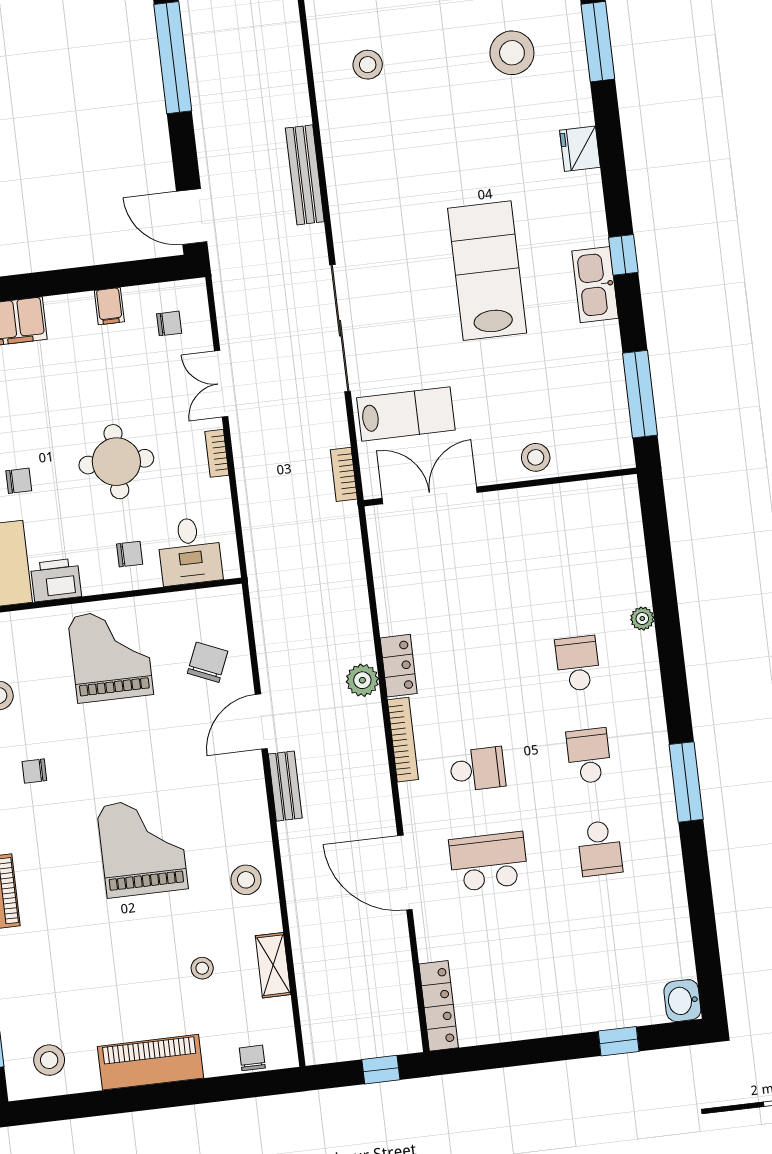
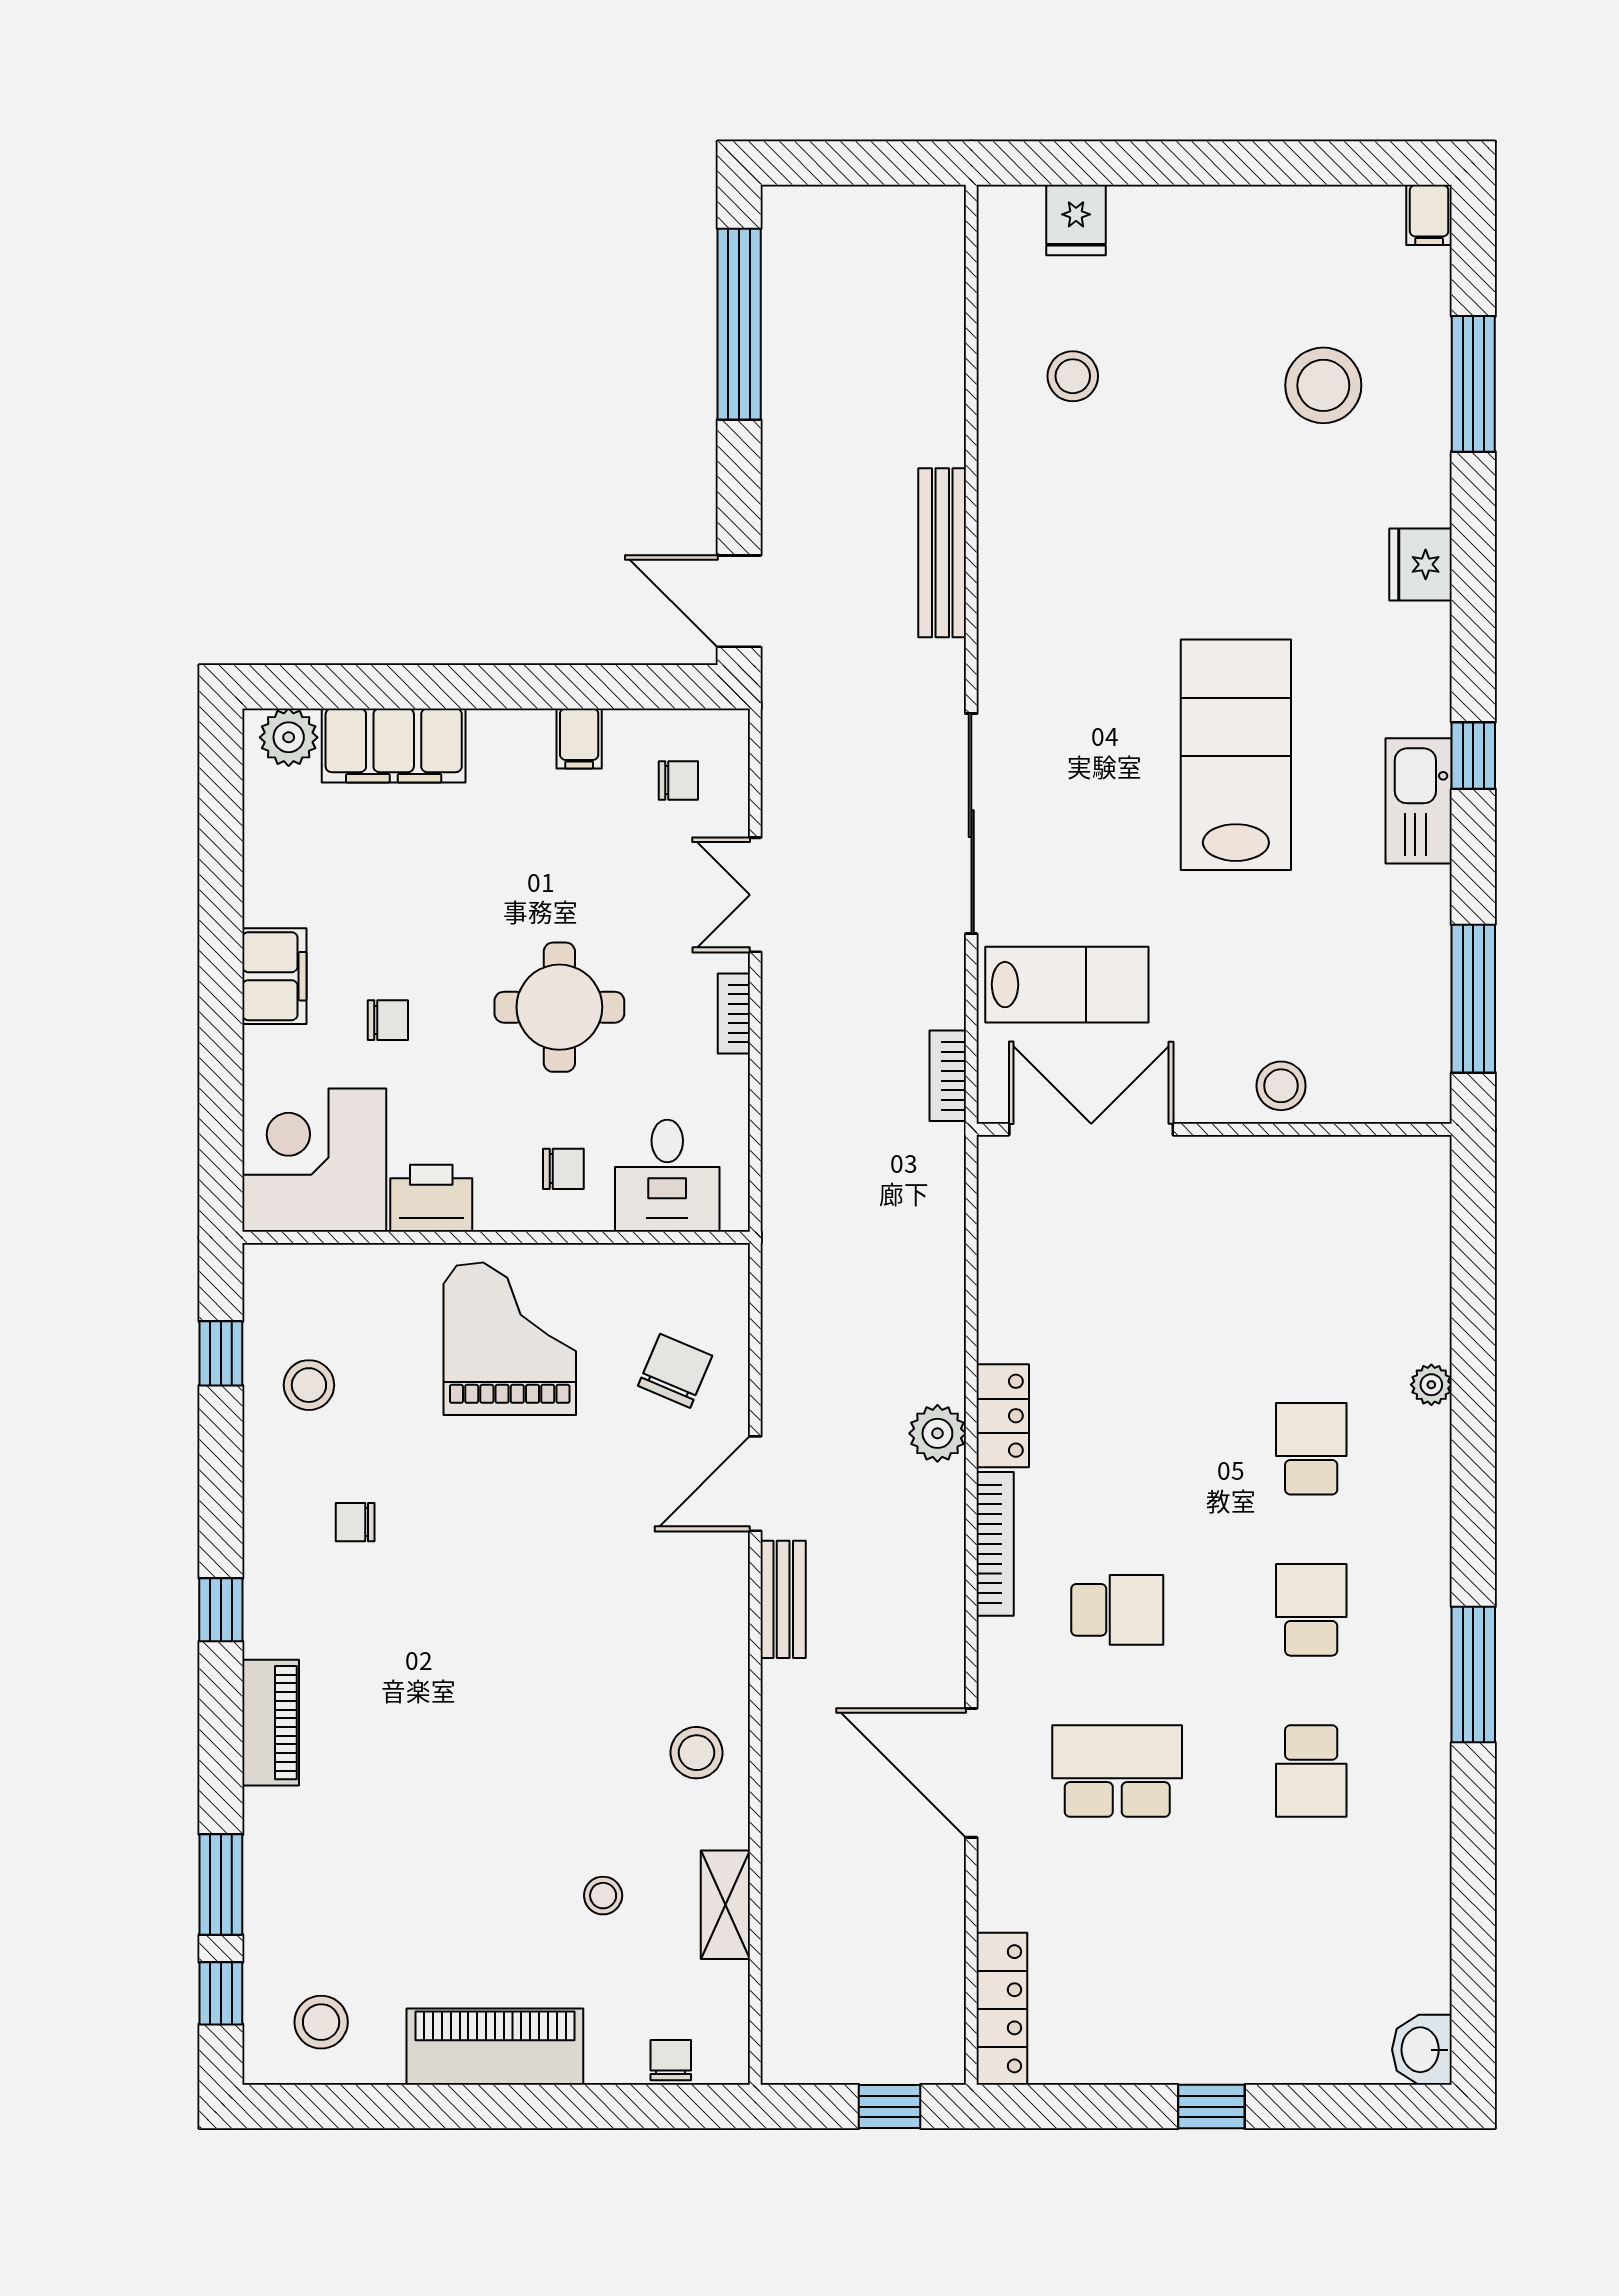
grand piano: (142, 847) -> (525, 1675), removed
window: (619, 1041) -> (1211, 2107), moved

